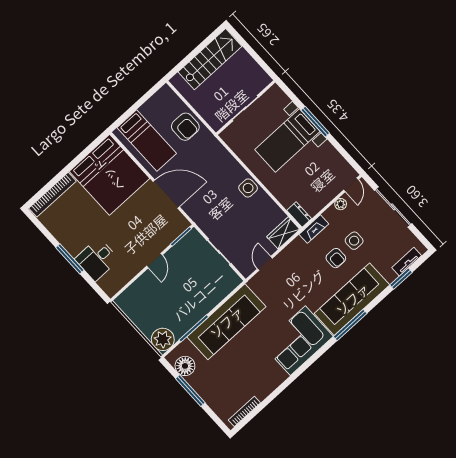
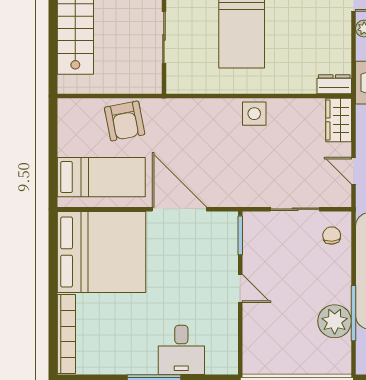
armchair: (185, 127) -> (125, 121), turned 79
door: (166, 194) -> (179, 209), hinge flipped
chair: (223, 282) -> (332, 236), added
plant: (163, 339) -> (335, 321), moved

